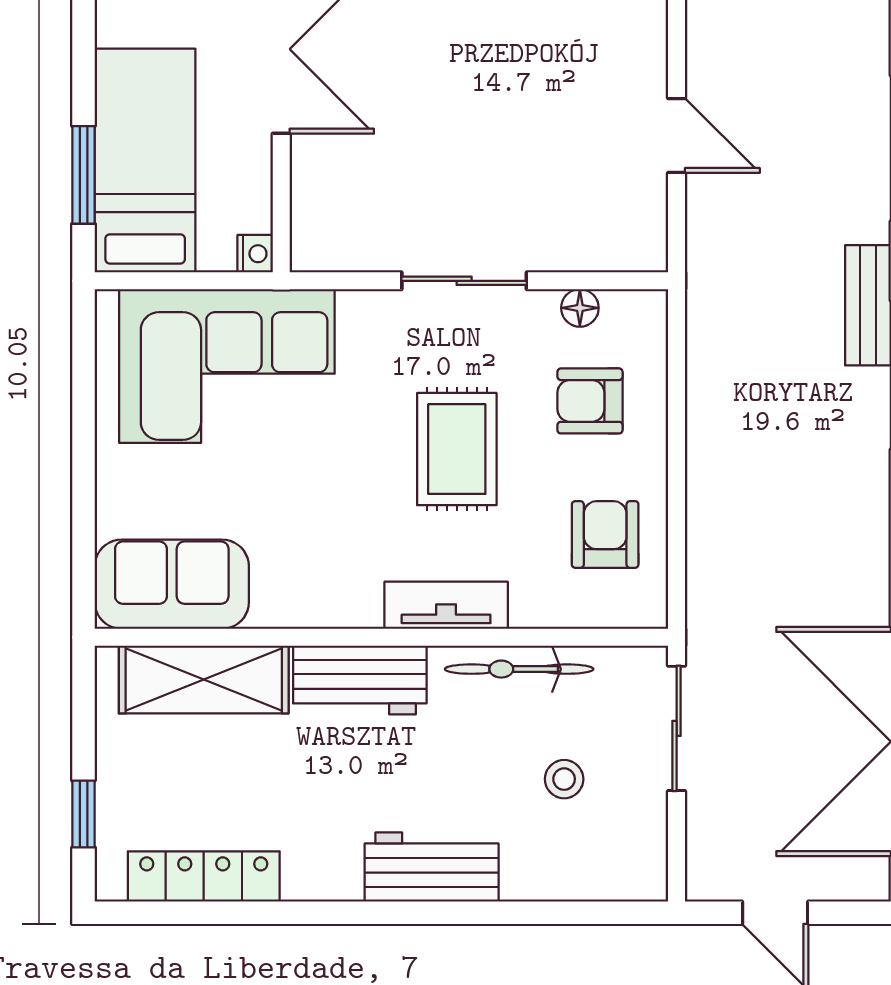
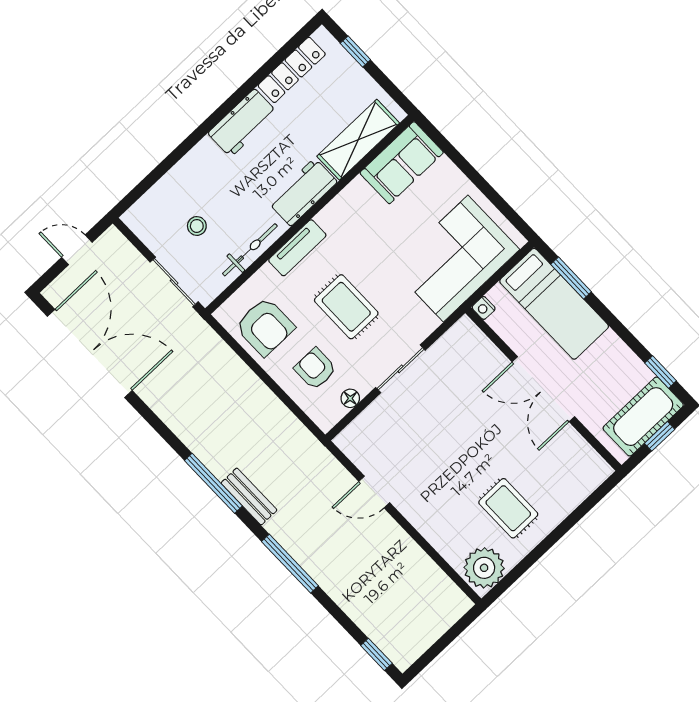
armchair: (590, 401) -> (315, 369), turned -90
armchair: (605, 534) -> (265, 327), width x1.38, depth x1.38
workbench: (432, 867) -> (243, 123), moved

